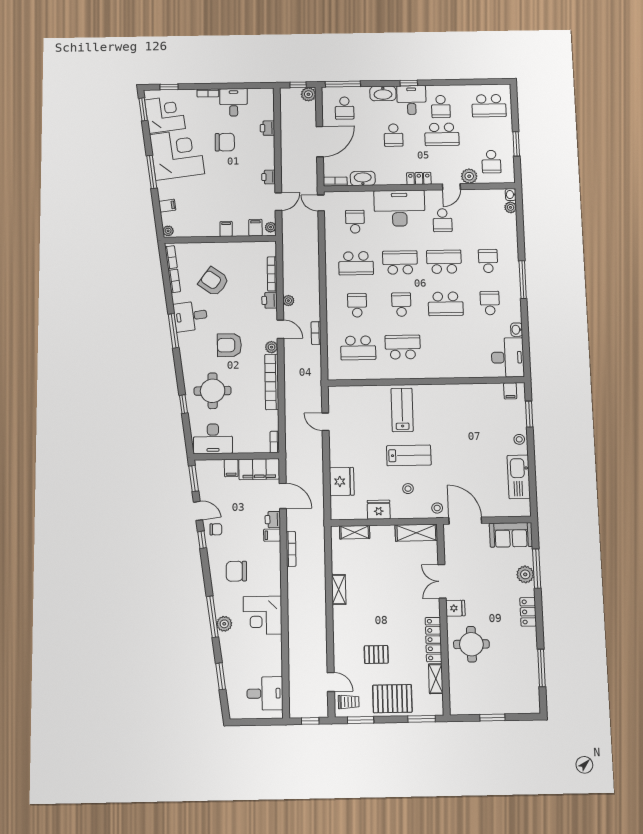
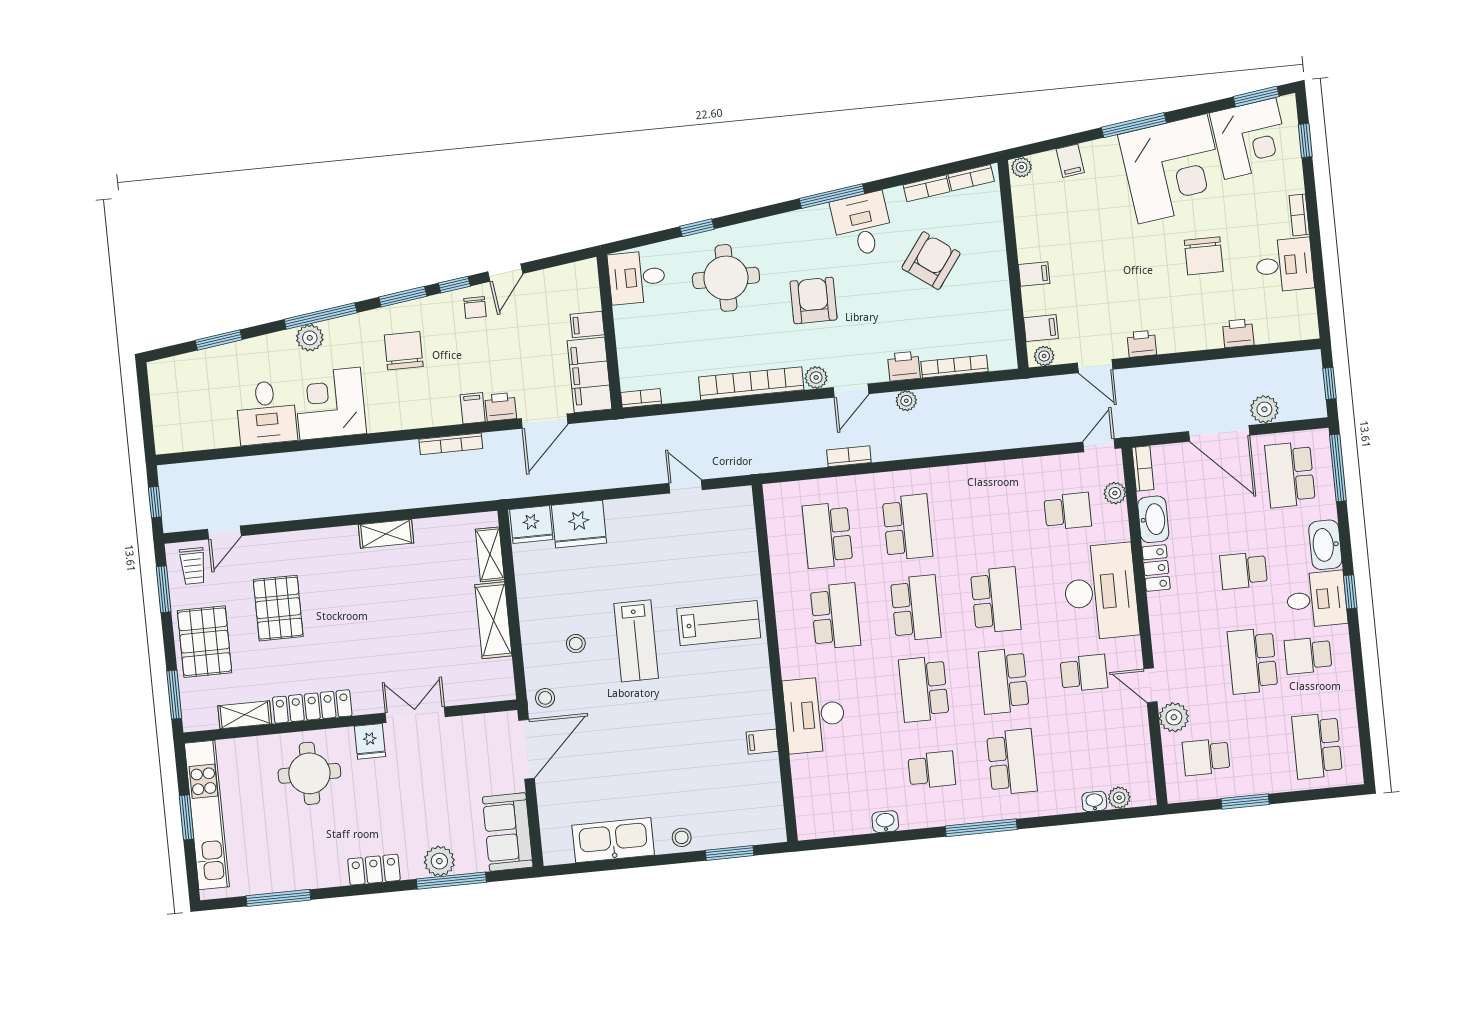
plant: (308, 94) -> (1264, 409), moved
school desk: (344, 108) -> (1290, 475), width x1.85
locker: (419, 179) -> (1156, 568), moved
washbasin: (511, 195) -> (1094, 801), moved
plant: (347, 197) -> (1115, 493), added
school desk: (442, 220) -> (1084, 673), turned 180
school desk: (488, 261) -> (1012, 762), width x1.85
school desk: (444, 262) -> (1004, 681), turned 180
school desk: (356, 263) -> (988, 519), removed
school desk: (357, 305) -> (908, 527), width x1.85
school desk: (401, 305) -> (916, 608), width x1.85
desk: (508, 357) -> (814, 715), moved, turned 90
filing cabinet: (510, 391) -> (762, 742), moved
door: (325, 422) -> (686, 487), hinge flipped
desk: (213, 439) -> (637, 277), width x0.73
window: (194, 479) -> (403, 297), moved
fridge: (379, 510) -> (531, 525), moved, turned 90
shelving: (416, 533) -> (493, 620), moved
pallet: (376, 654) -> (278, 608), width x1.50, depth x1.42
desk: (265, 693) -> (266, 413), moved
kitchen unit: (492, 706) -> (207, 815), added

